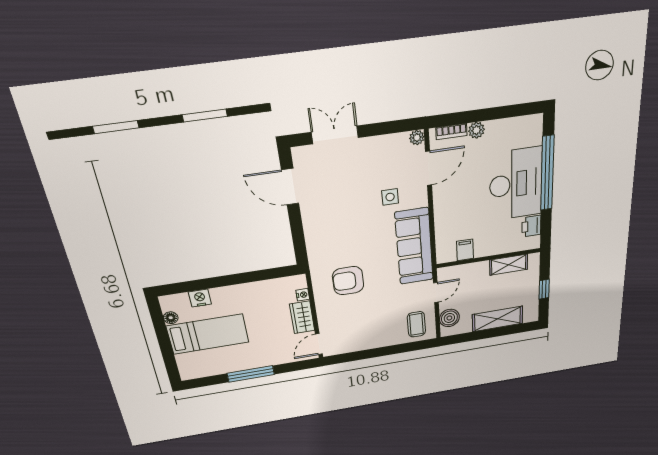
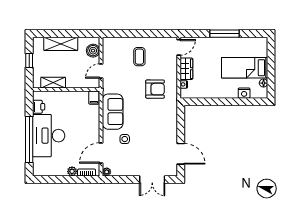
sofa: (414, 246) -> (113, 112), width x0.73
filing cabinet: (465, 250) -> (94, 98), moved
coffee table: (416, 324) -> (139, 57), moved

